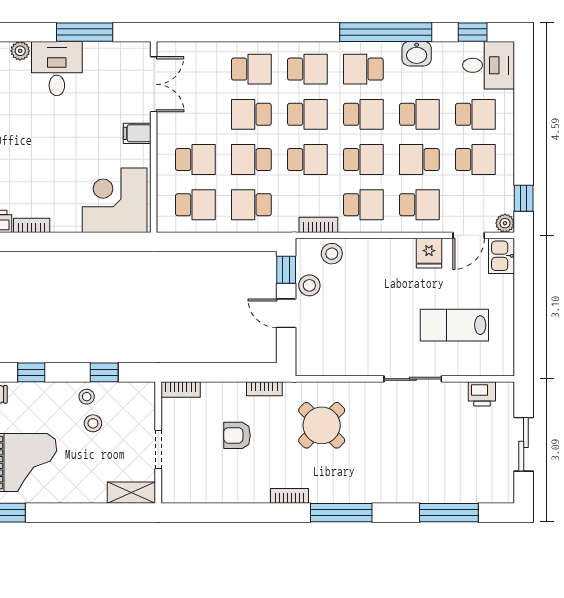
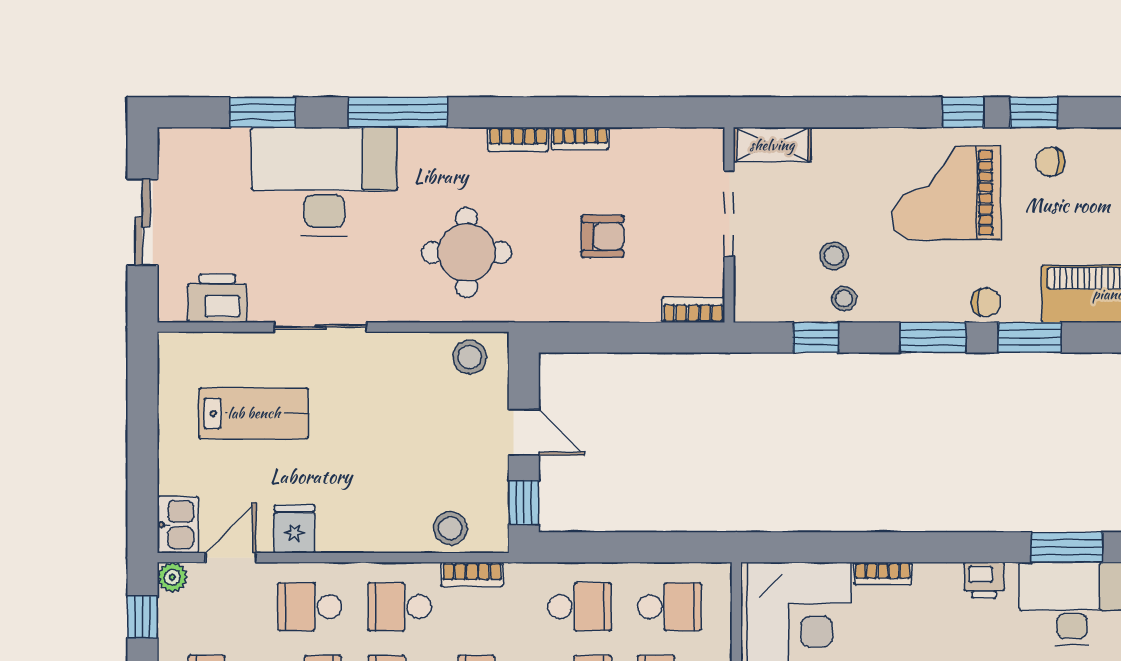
school desk: (195, 205) -> (669, 607), turned 180
bookcase: (32, 225) -> (883, 574), moved
stool: (309, 285) -> (470, 357), moved
window: (31, 372) -> (933, 338), width x1.50
bookcase: (264, 389) -> (580, 139), moved, turned 180
printer: (482, 394) -> (217, 298), width x1.36, depth x1.24
round table: (322, 425) -> (467, 253), turned 45
doorway: (158, 450) -> (729, 214), width x1.38
desk: (410, 469) -> (324, 182), added
window: (341, 513) -> (398, 112), moved
window: (449, 513) -> (262, 112), width x0.69

